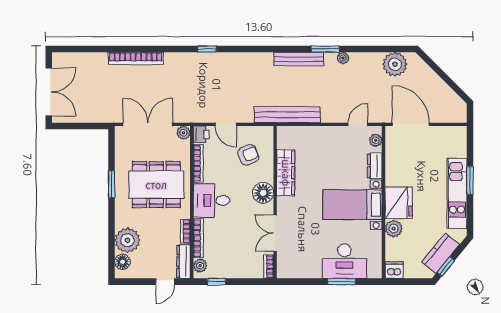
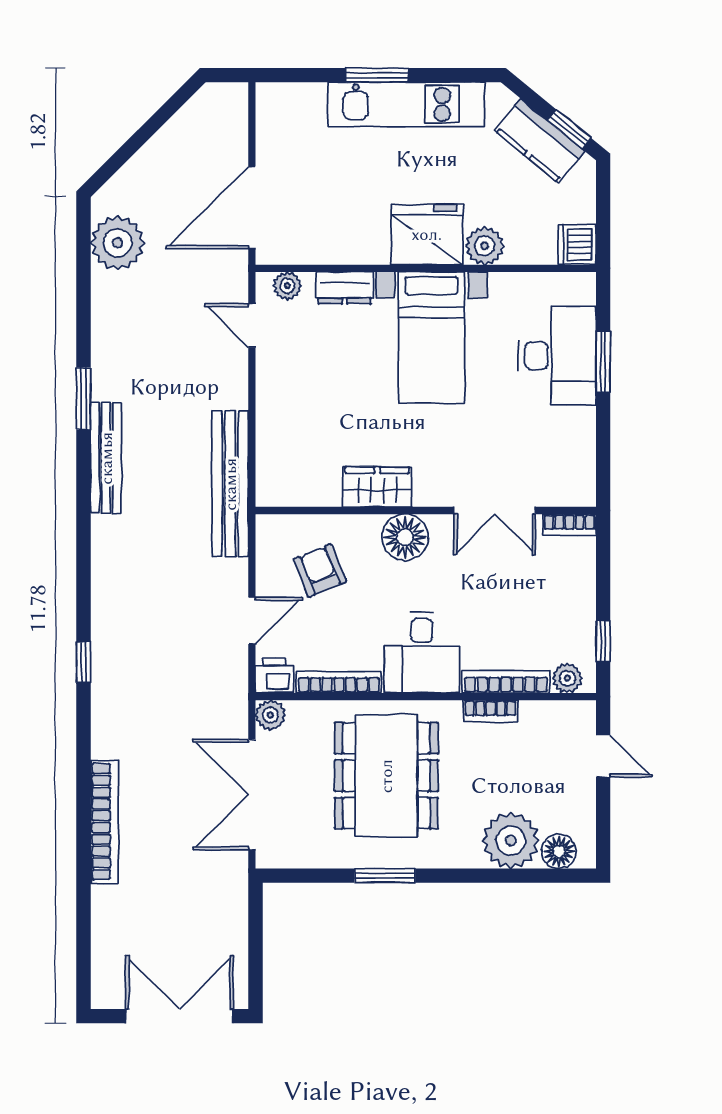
plant: (343, 58) -> (104, 359), removed
wardrobe: (286, 173) -> (377, 487), width x0.67
dresser: (184, 262) -> (558, 715), removed

